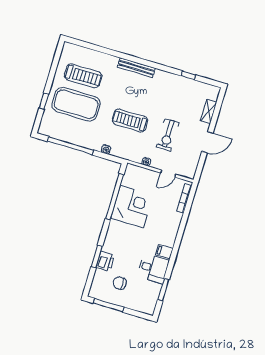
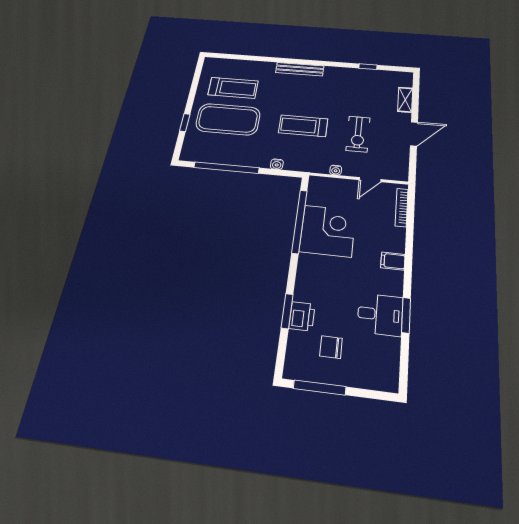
filing cabinet: (164, 252) -> (393, 261), moved
window: (163, 290) -> (406, 315), moved

